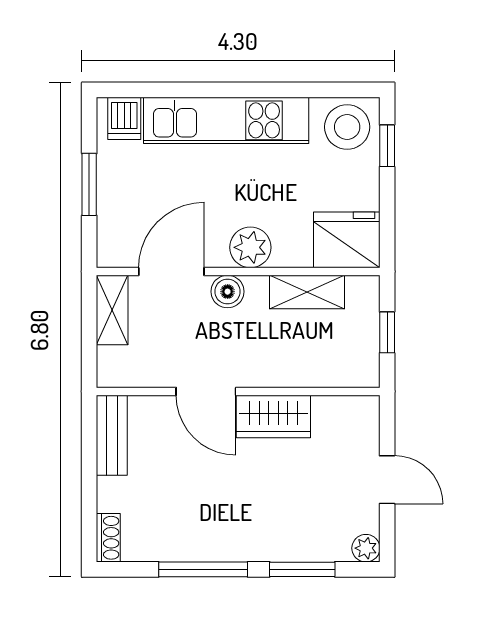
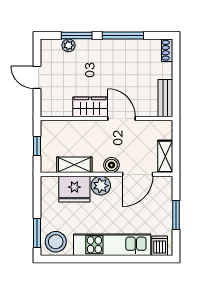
window: (387, 146) -> (37, 233), width x1.50
fridge: (347, 240) -> (74, 189), moved
plant: (366, 548) -> (68, 45), moved

